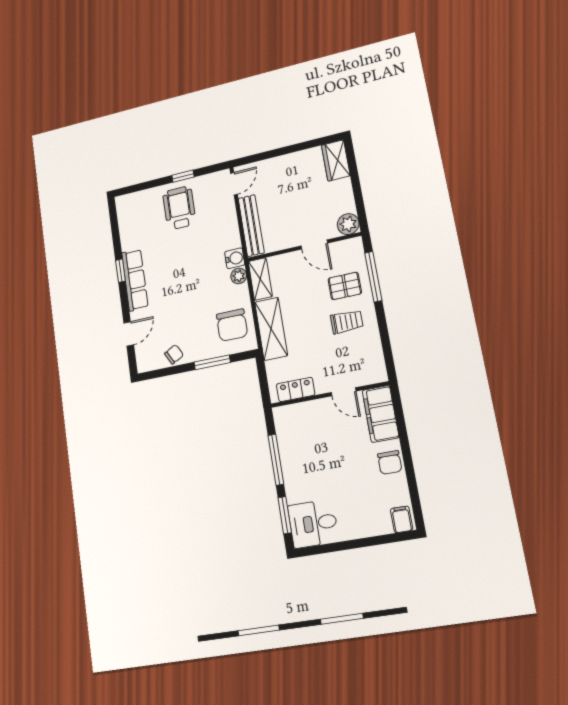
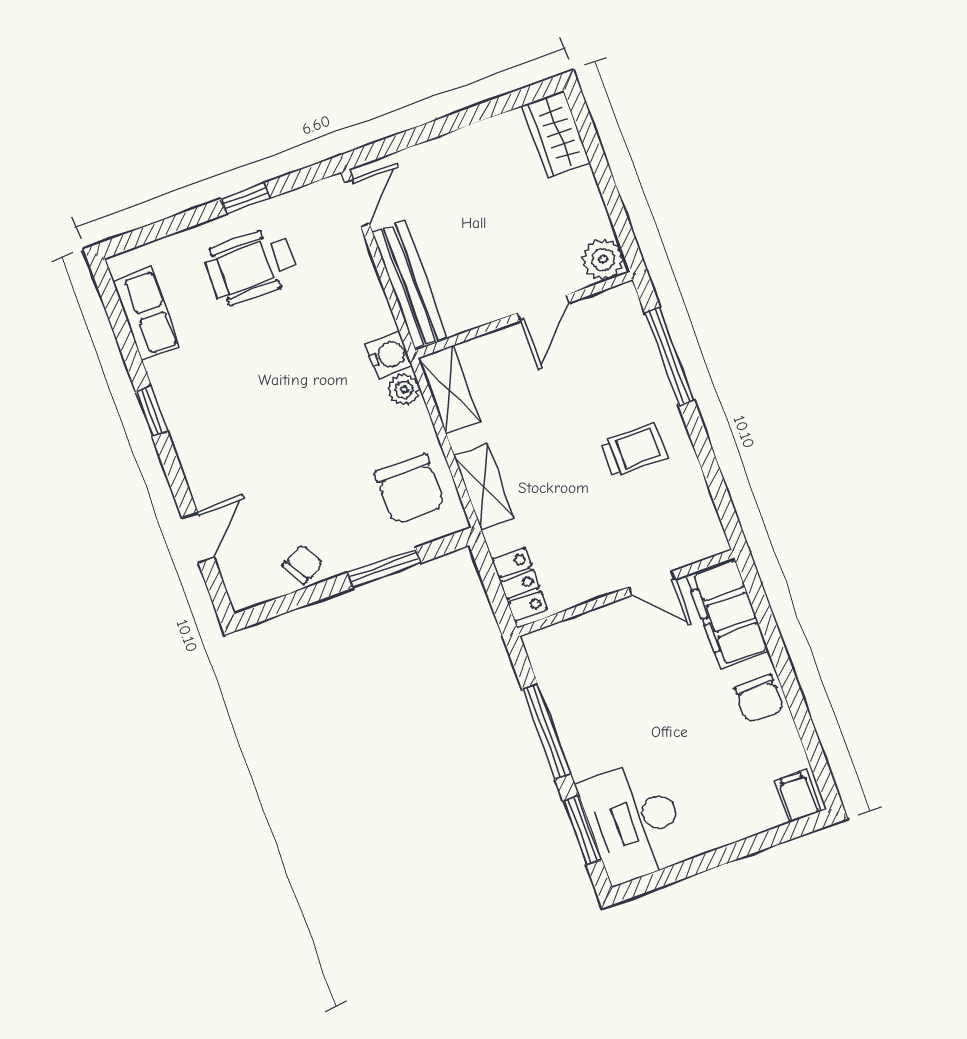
wheelchair: (179, 208) -> (251, 266), turned -90
door: (314, 244) -> (544, 308), hinge flipped
row of seats: (135, 280) -> (146, 314), moved, width x0.68
pallet: (345, 286) -> (618, 382), removed
shelving: (271, 329) -> (484, 487), width x0.67, depth x0.75
locker: (296, 389) -> (520, 584), moved, turned 90
desk: (313, 524) -> (634, 821), width x1.37

